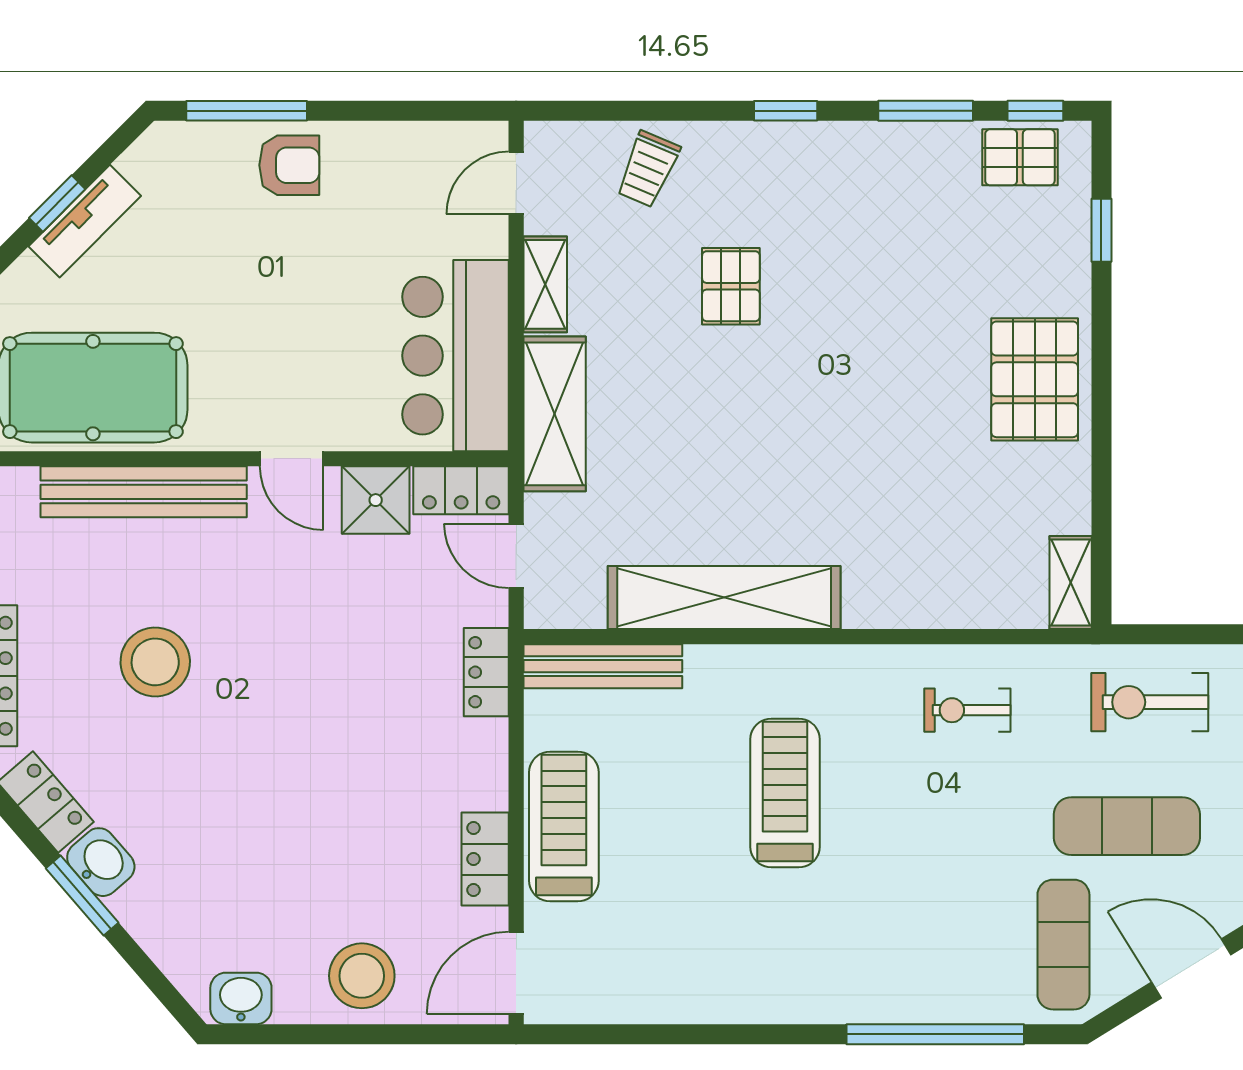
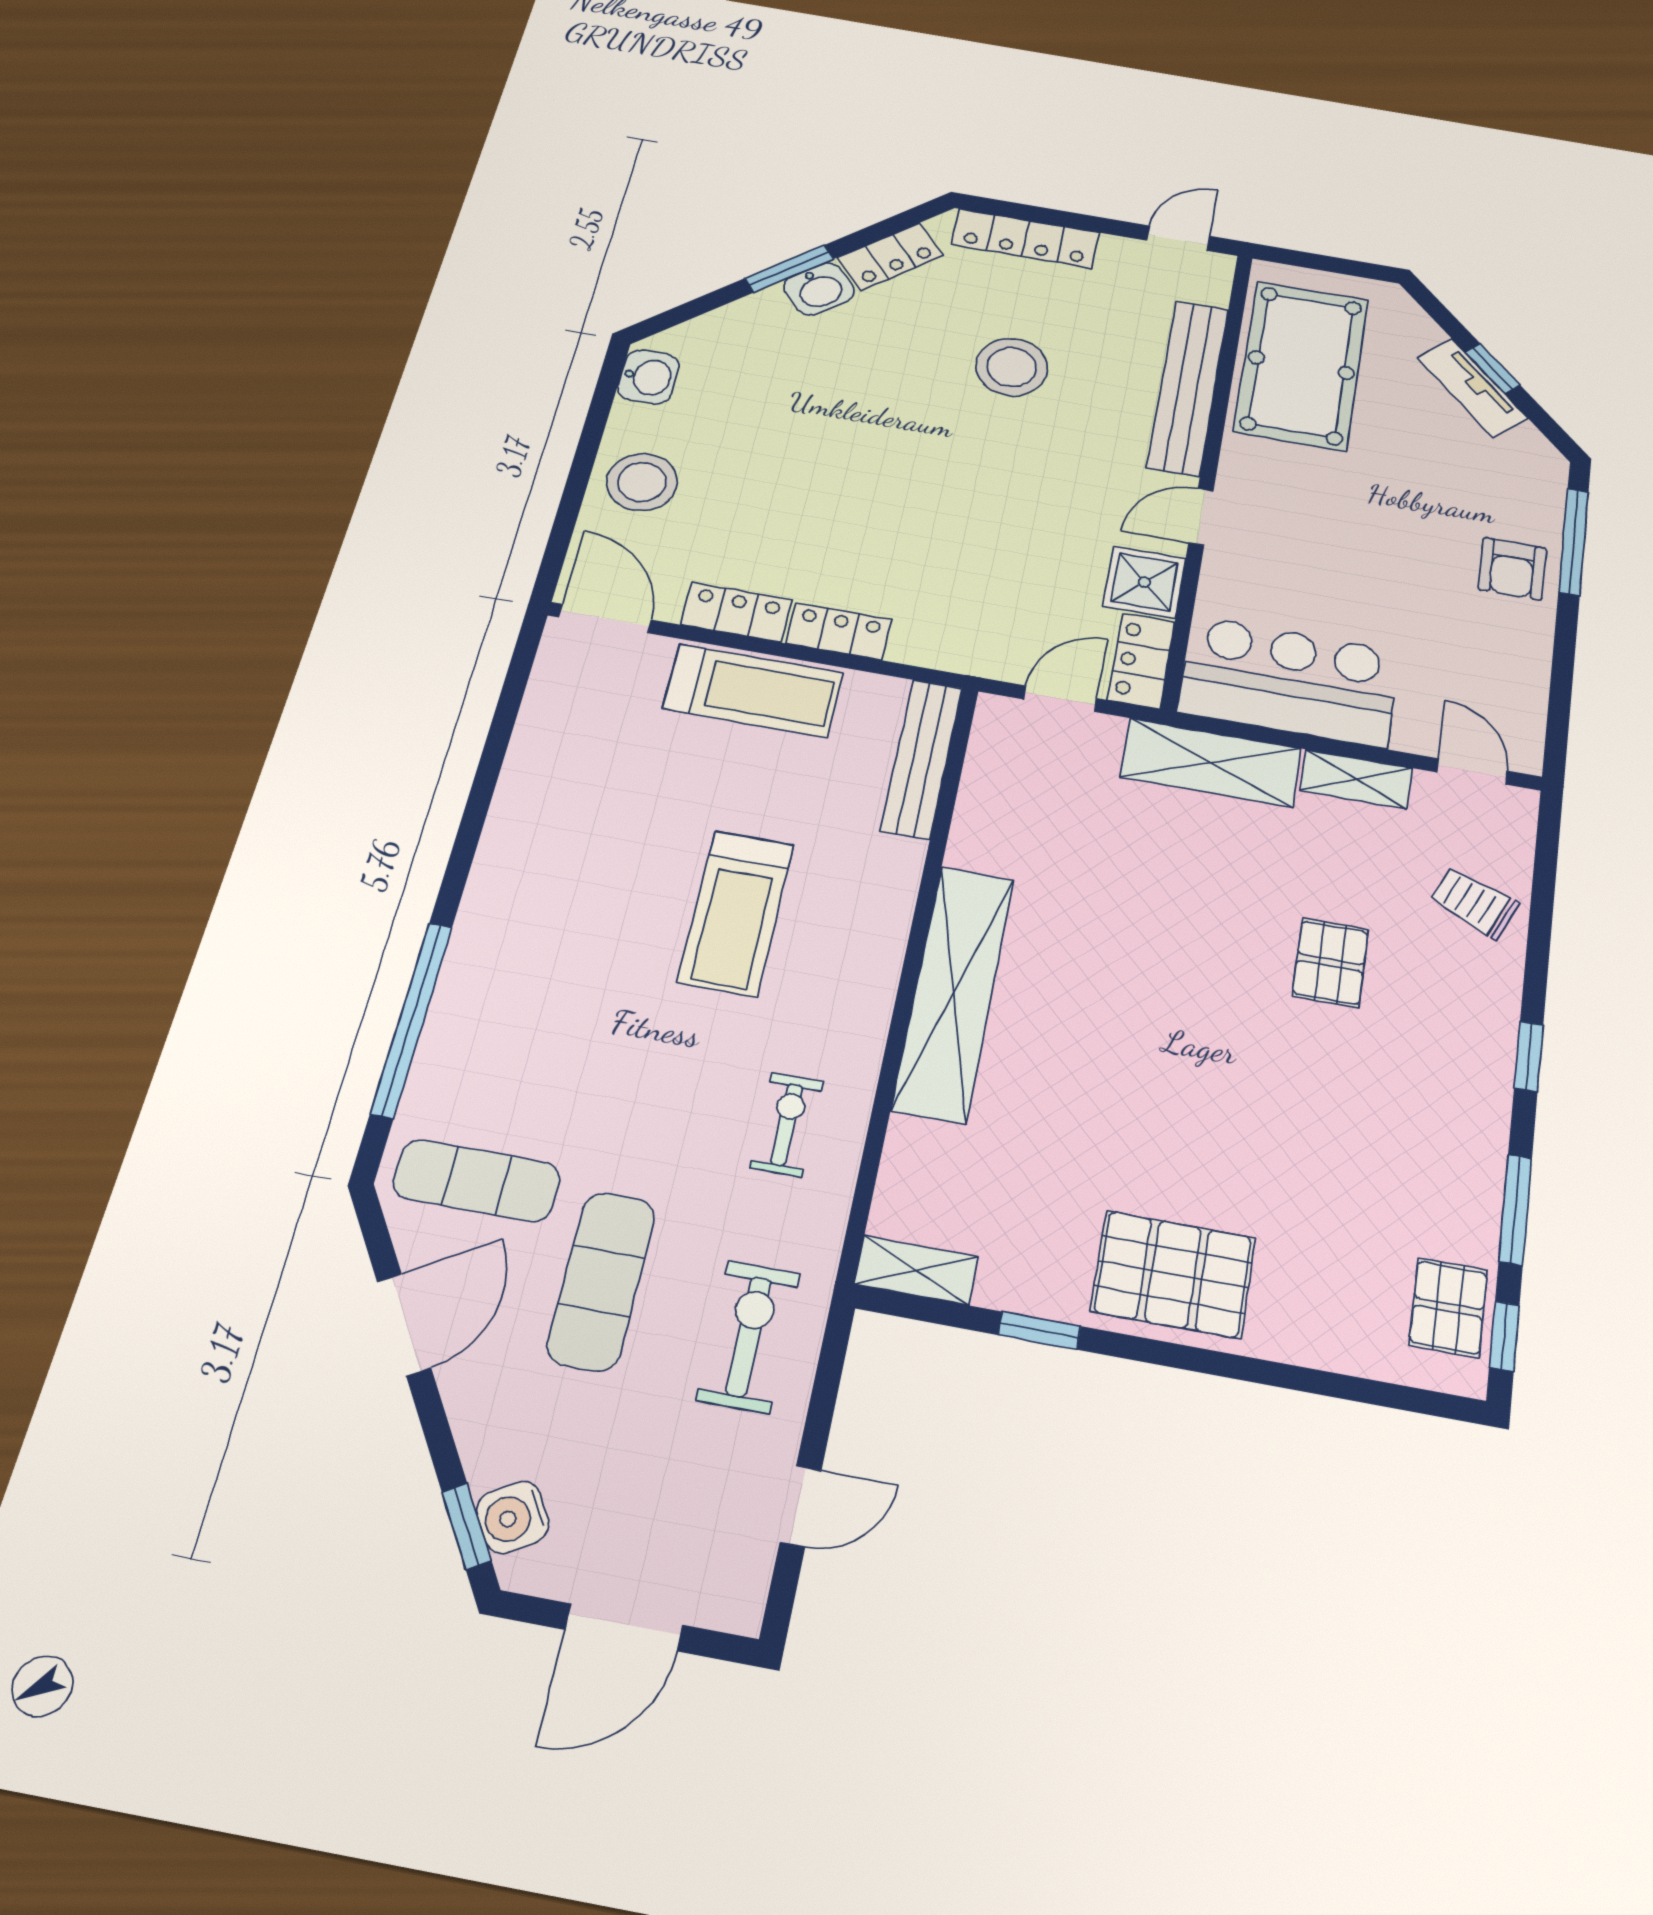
window: (1101, 230) -> (1039, 1331), moved
pallet: (731, 286) -> (1330, 963), turned 90
shelving: (724, 598) -> (953, 993), moved
locker: (486, 672) -> (839, 631), moved
treadmill: (785, 793) -> (736, 913), turned 90

